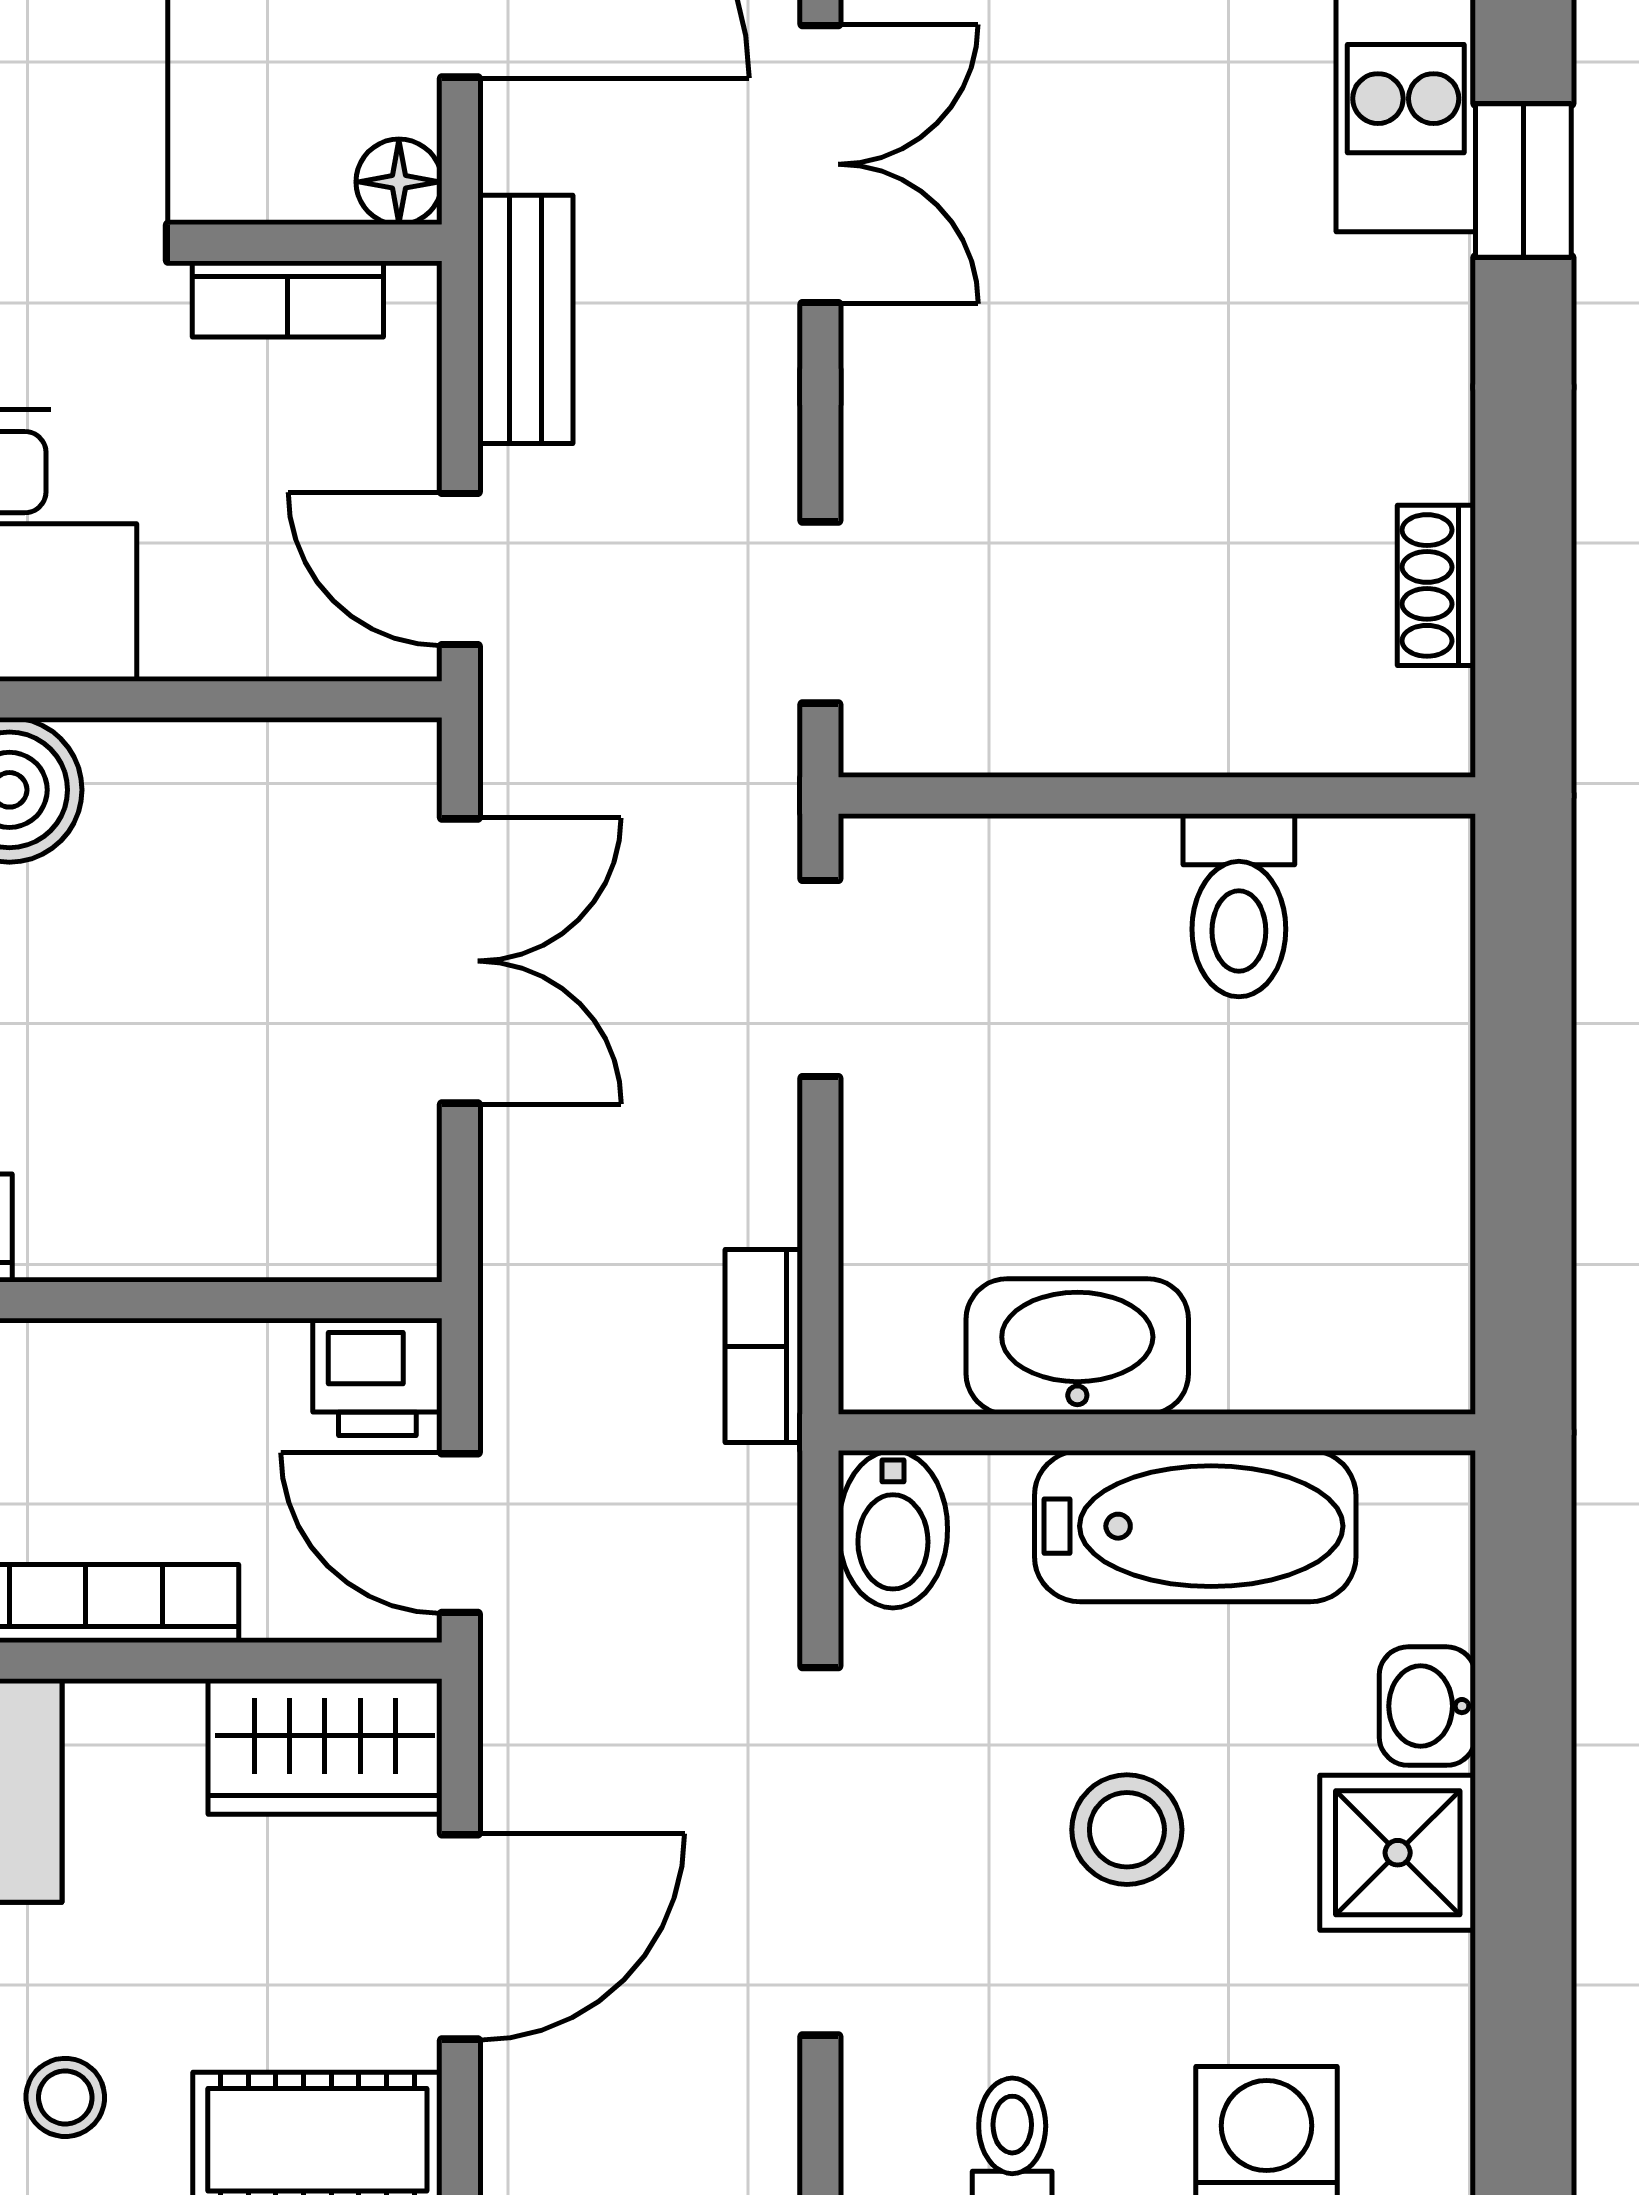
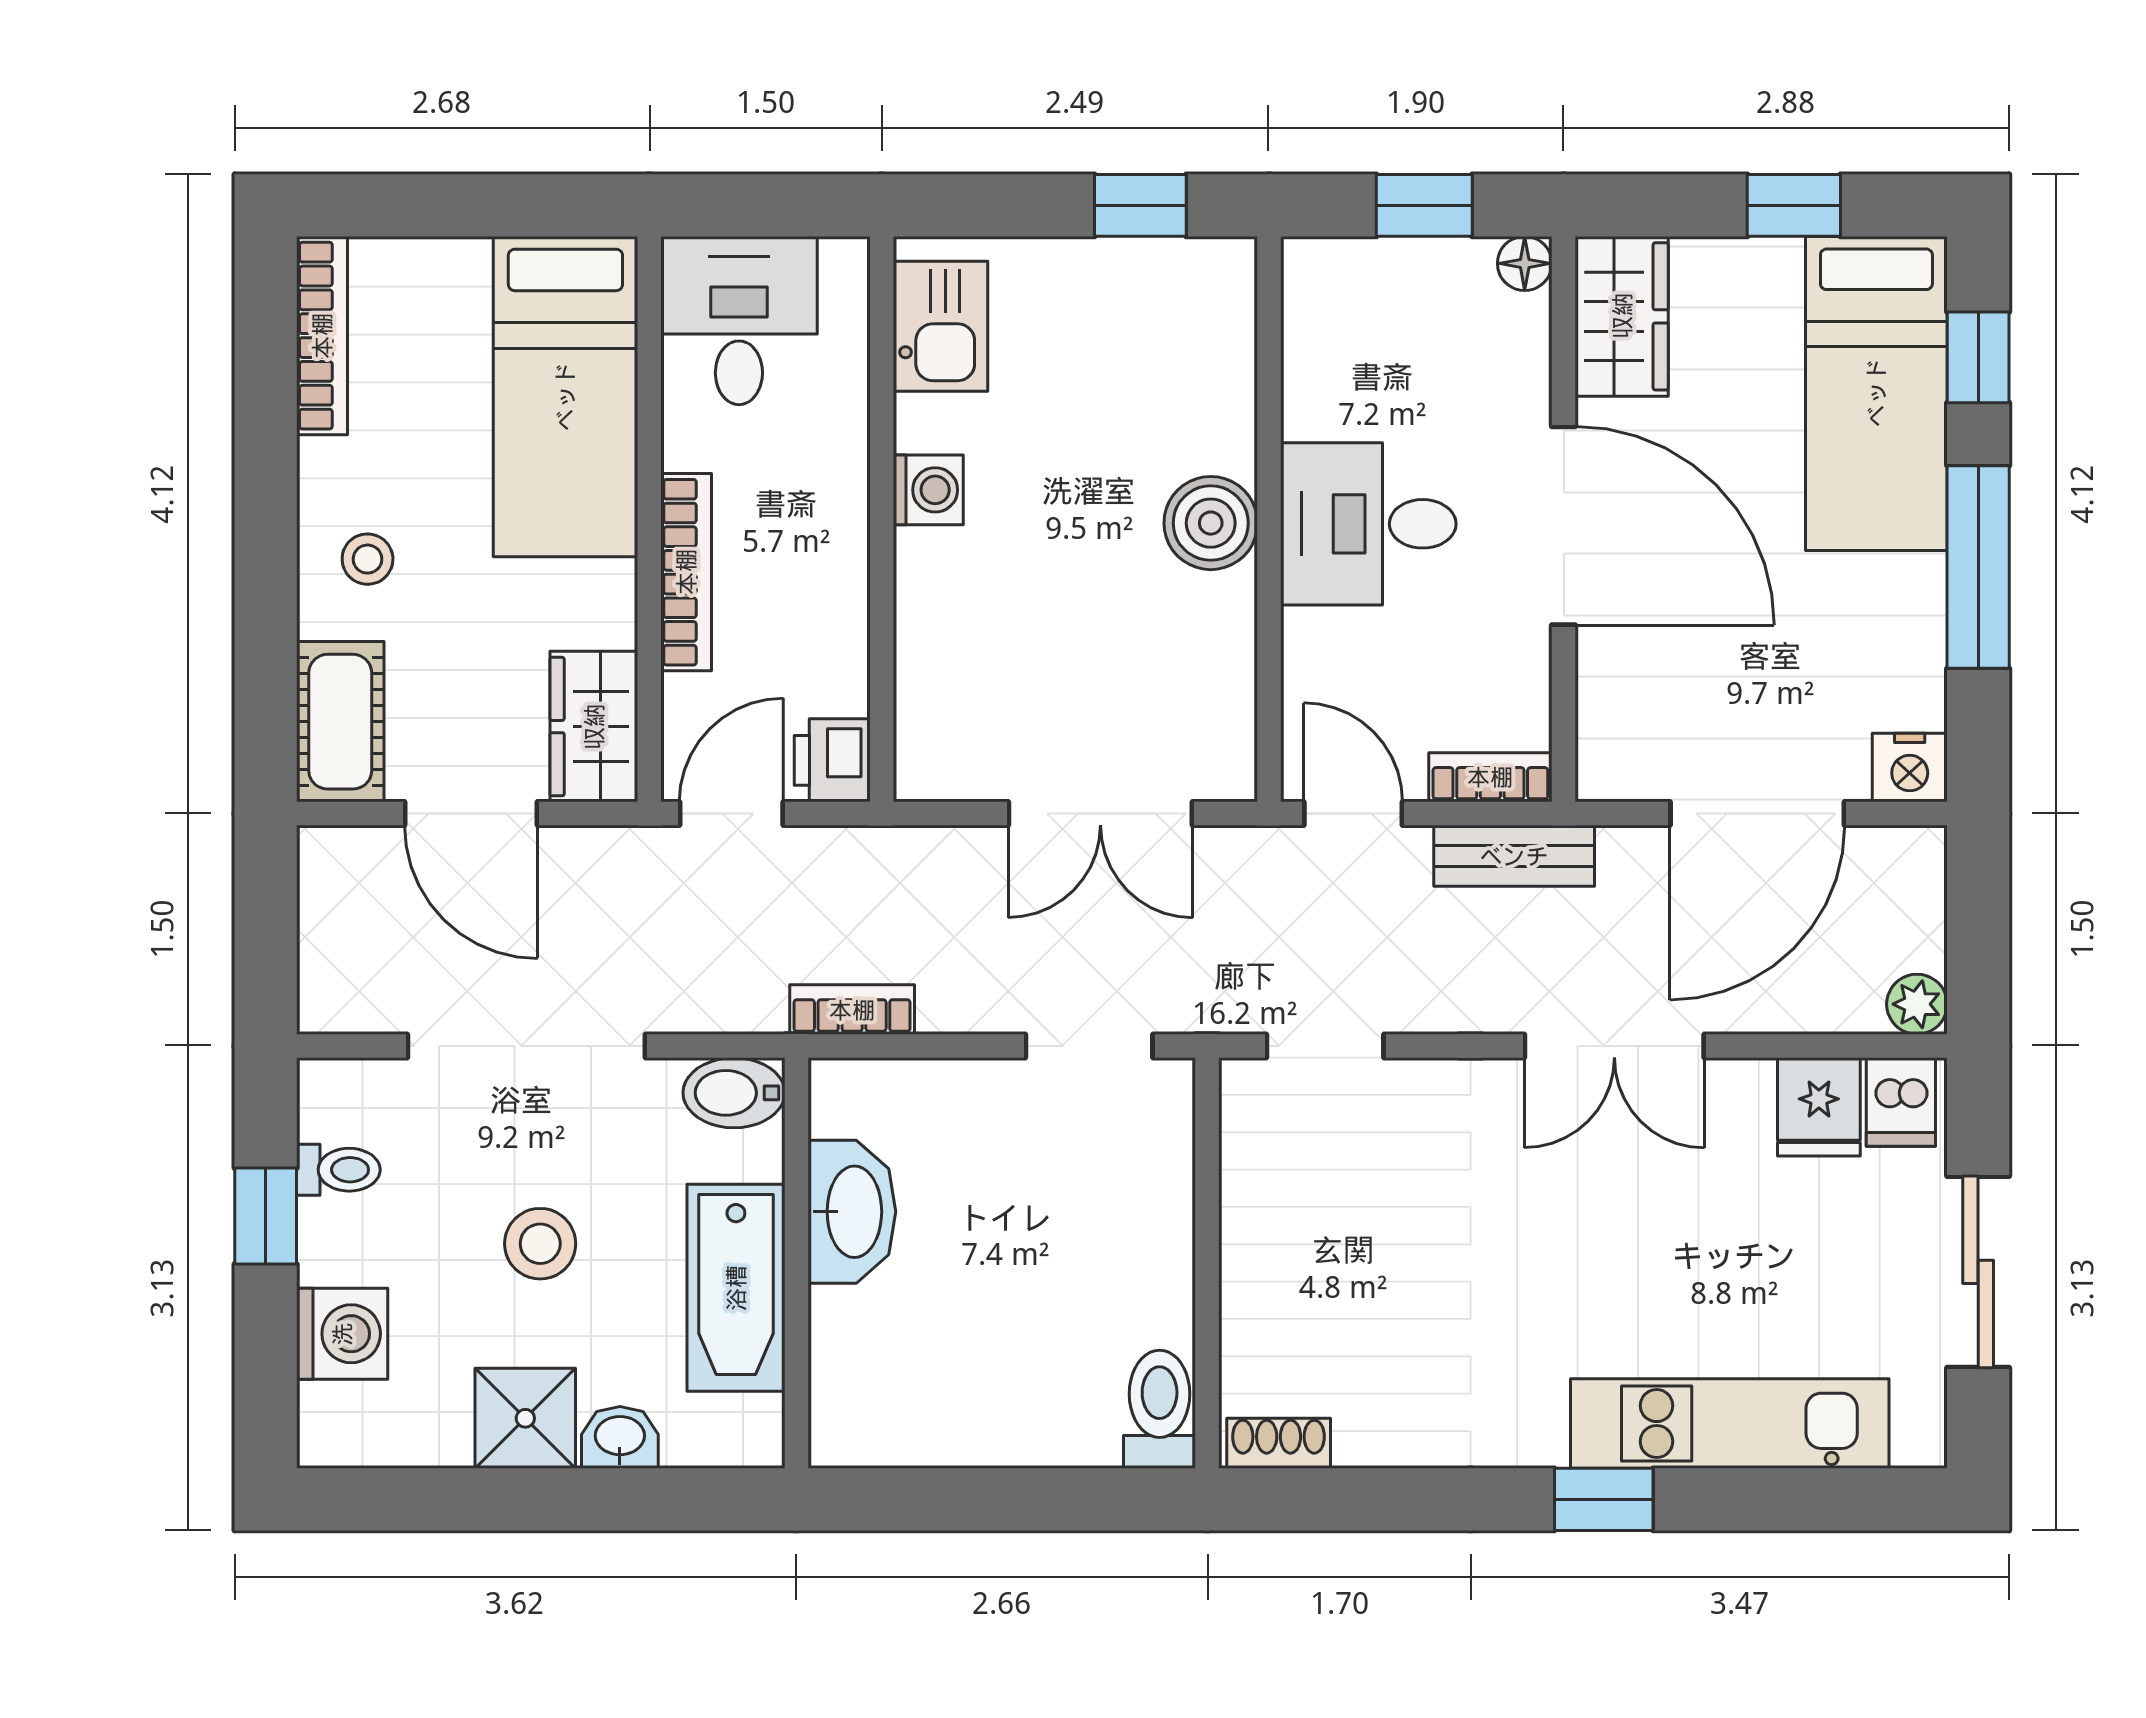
floor lamp: (399, 182) -> (1603, 774), removed
bookcase: (288, 299) -> (1490, 777), moved, turned 90
door: (460, 569) -> (1353, 814), hinge flipped
shoe rack: (1436, 585) -> (1279, 1443), moved
toilet: (1239, 905) -> (1160, 1409), moved, turned 90

